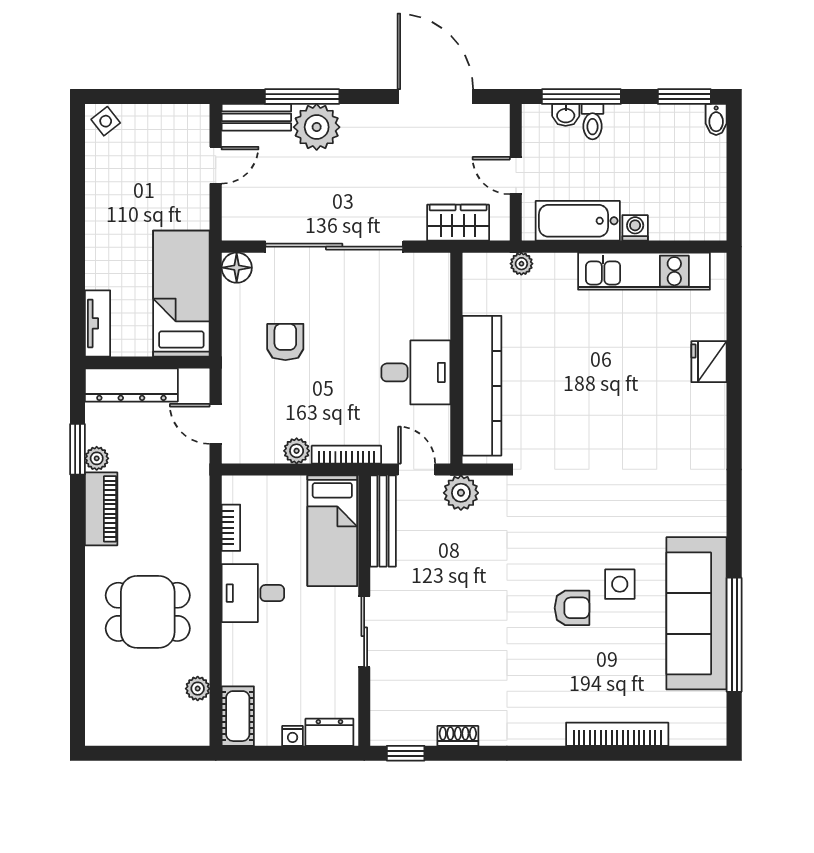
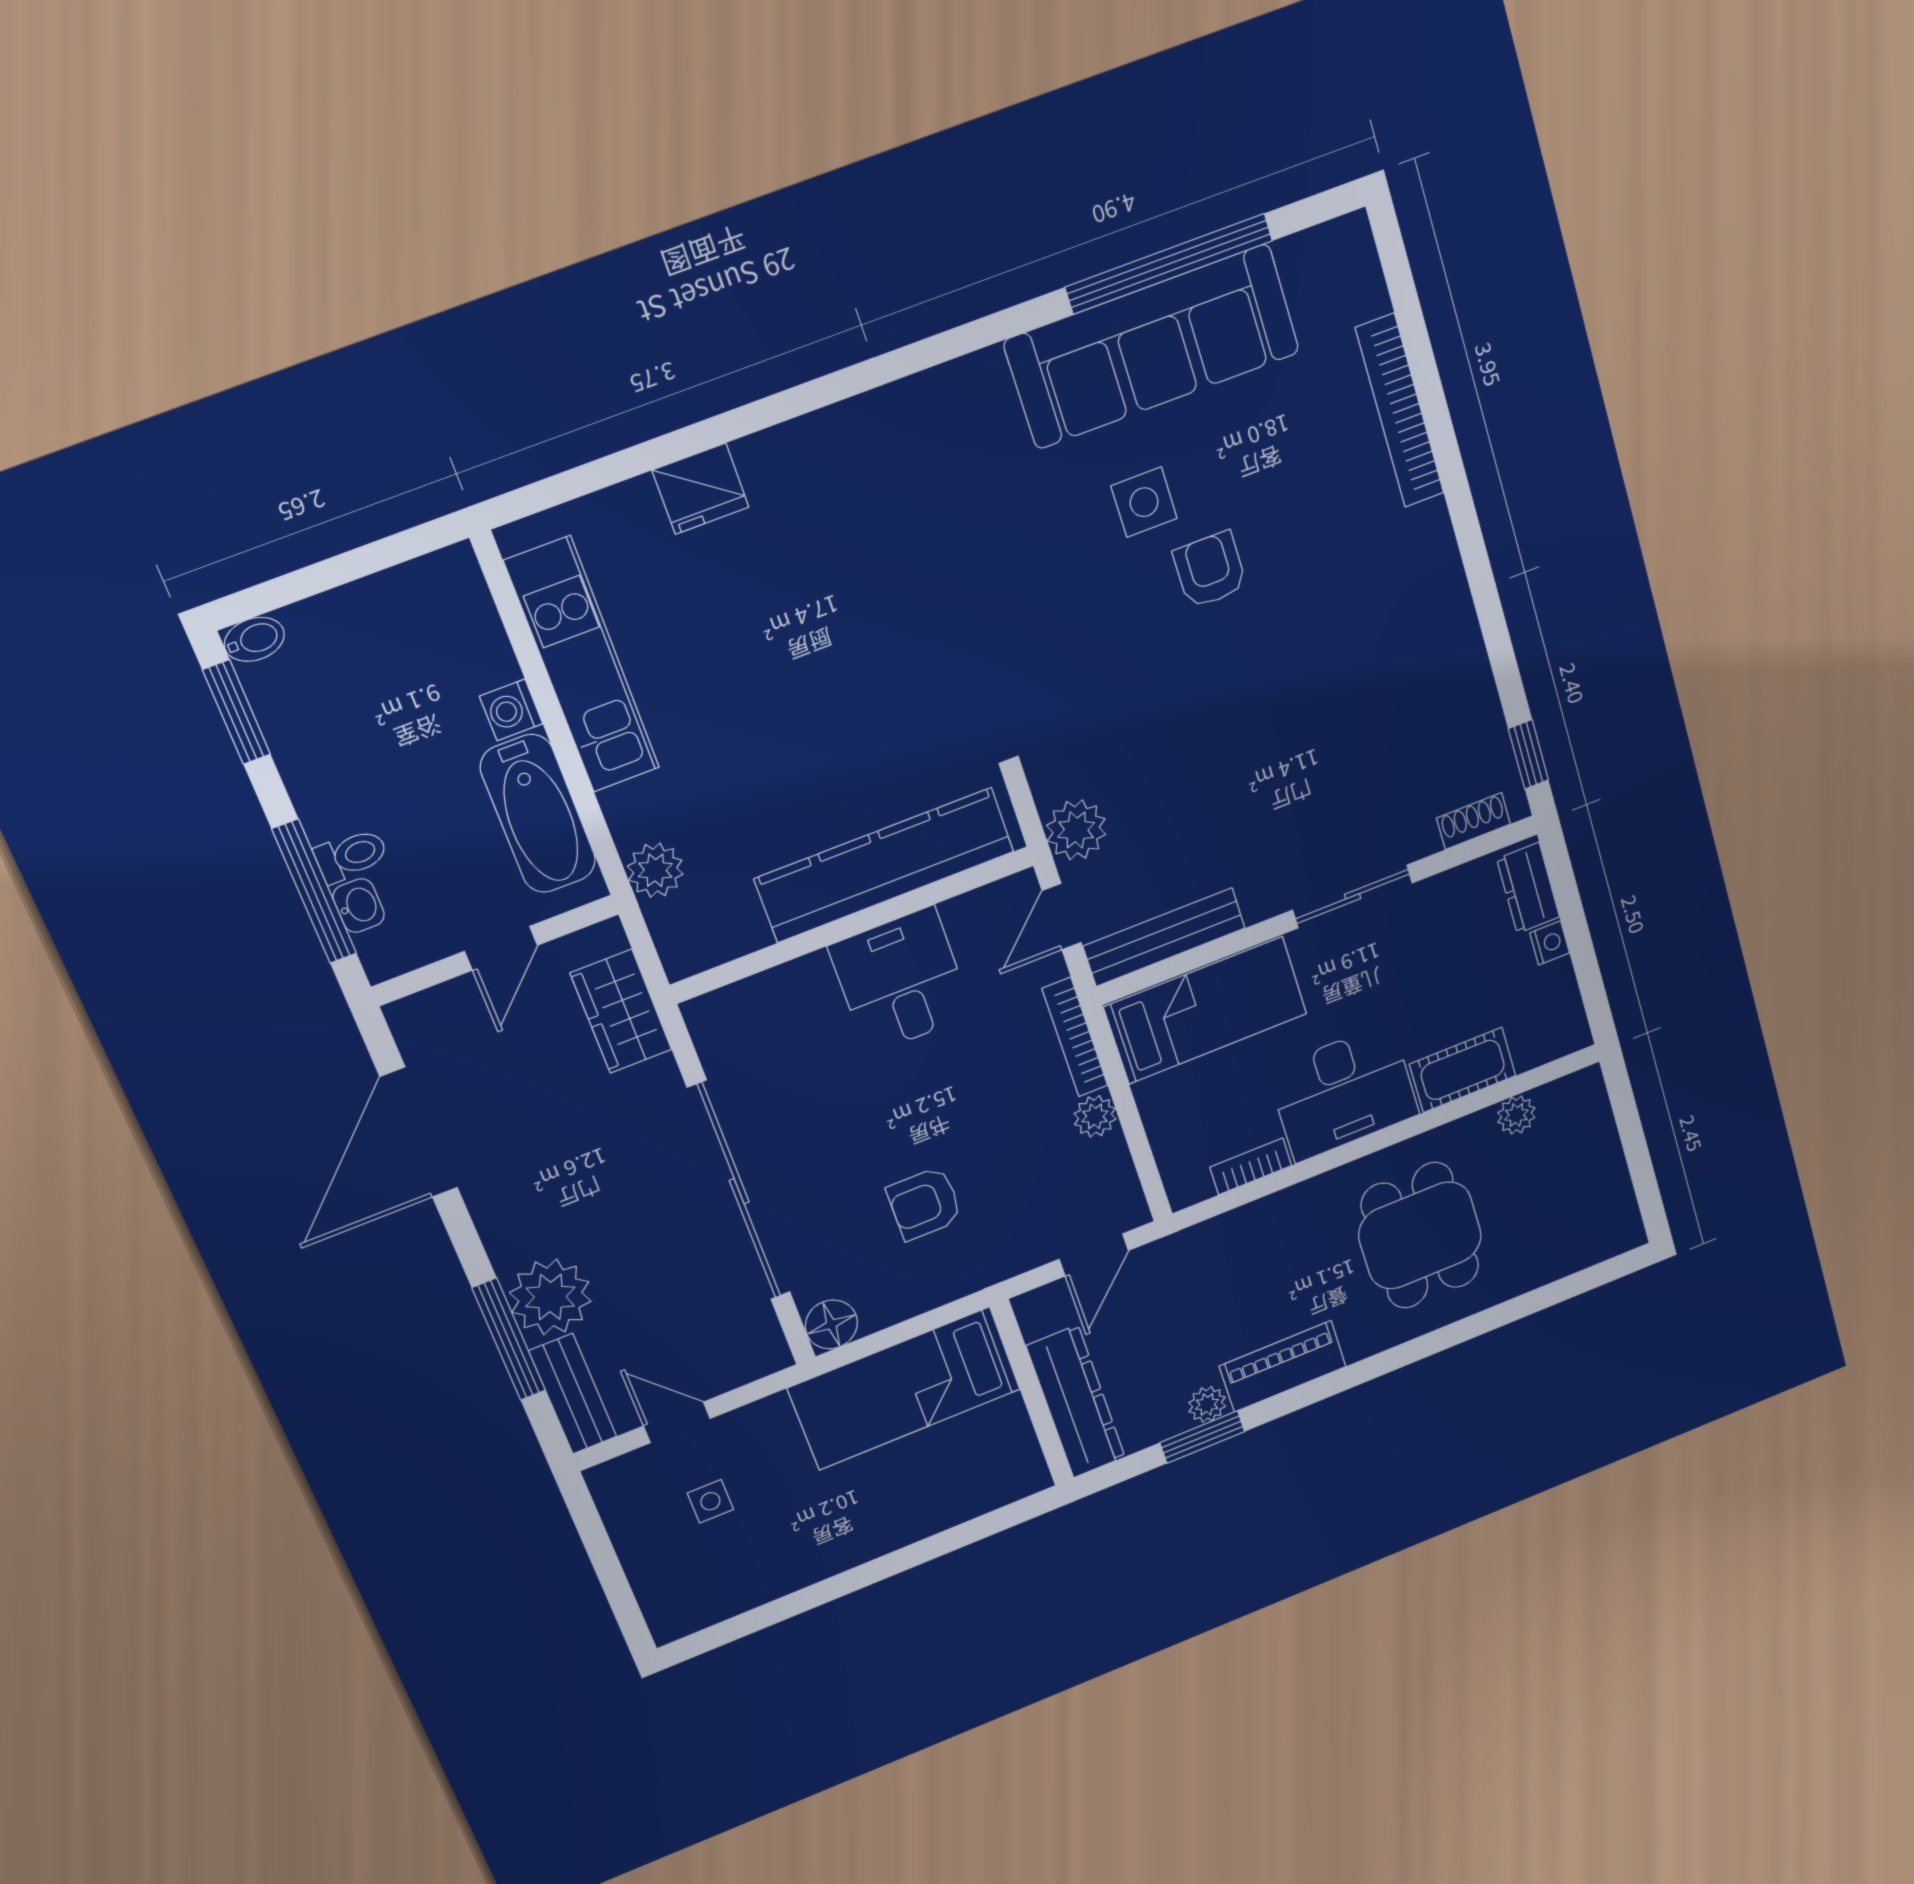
side table: (106, 121) -> (710, 1501), moved, turned 38
plant: (521, 264) -> (655, 870), width x1.38, depth x1.38
tv unit: (98, 323) -> (997, 1489), removed
desk: (253, 593) -> (1343, 1092), width x1.37
cot: (238, 716) -> (1463, 1070), moved
shoe rack: (458, 736) -> (1473, 821), moved, turned 90

